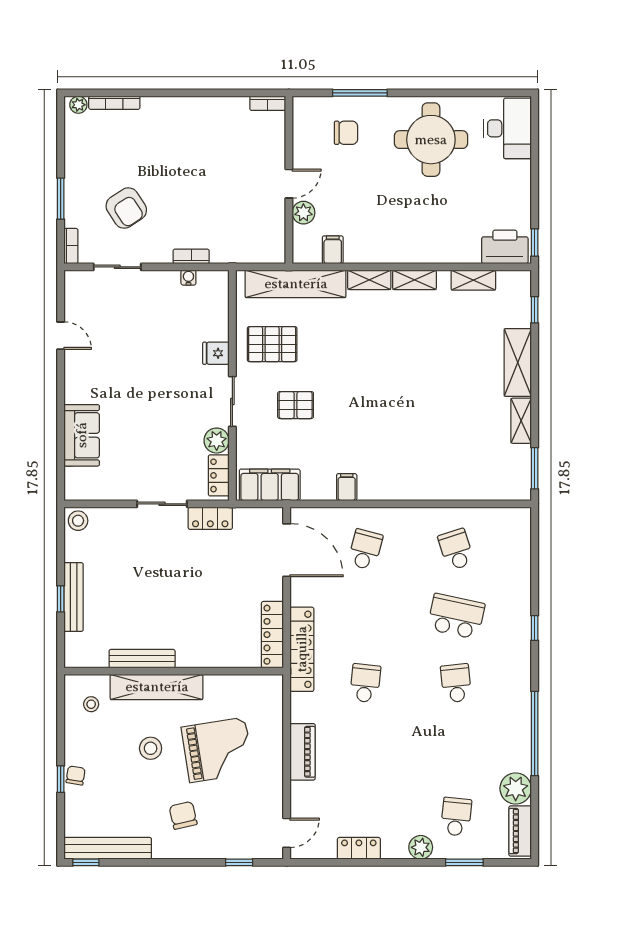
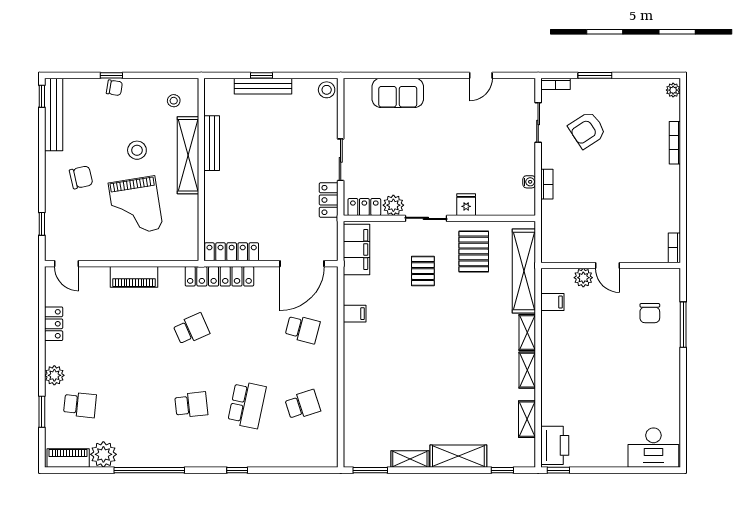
bookcase: (114, 103) -> (675, 143), moved
round table: (431, 140) -> (644, 384), removed
school desk: (365, 683) -> (191, 329), turned -30

